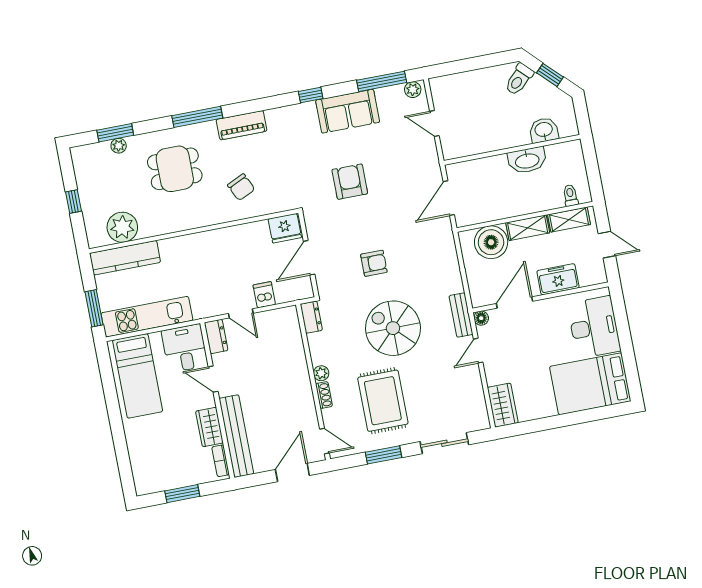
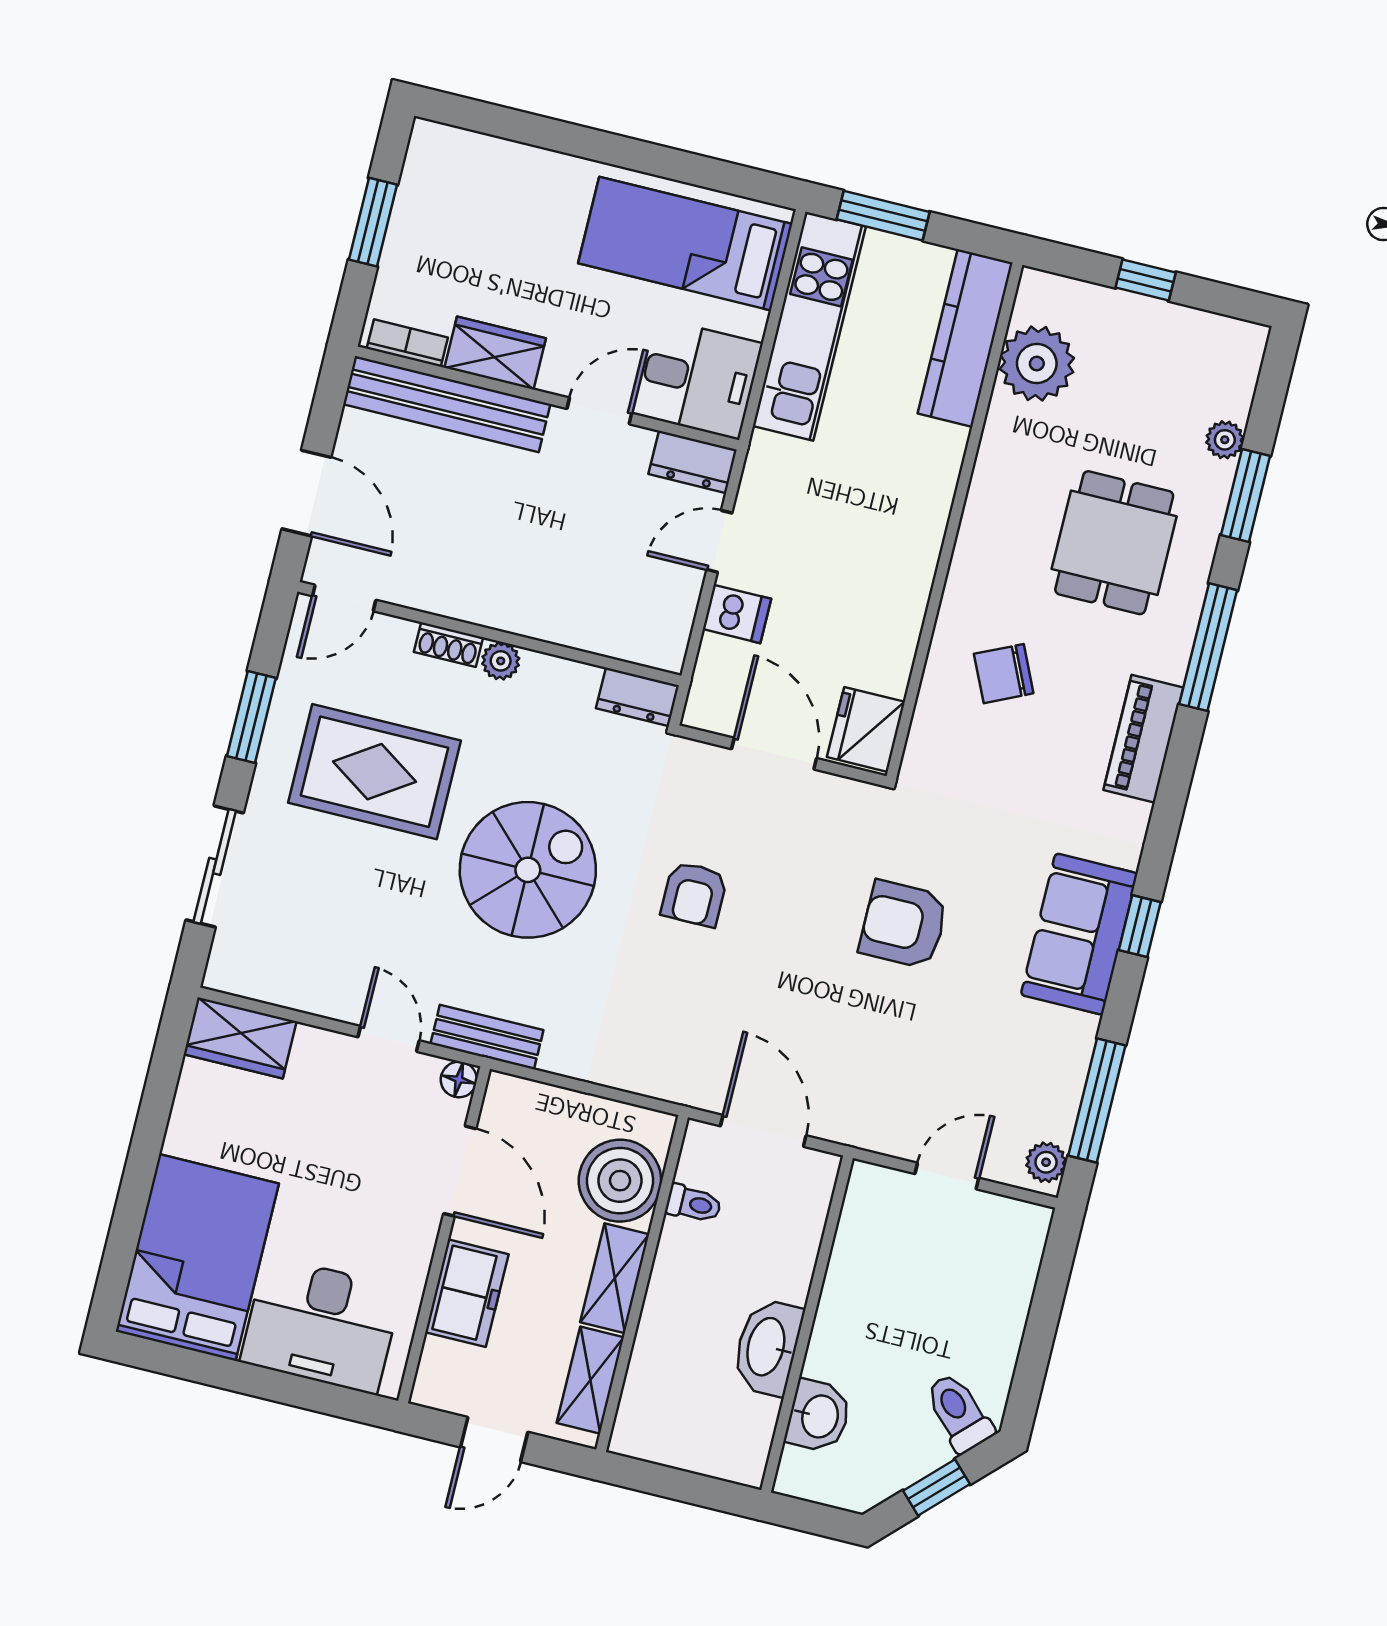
sofa: (348, 111) -> (1079, 934), moved
window: (115, 133) -> (1245, 496), moved
armchair: (350, 182) -> (904, 924), turned 180
toilet: (570, 195) -> (694, 1204), moved

